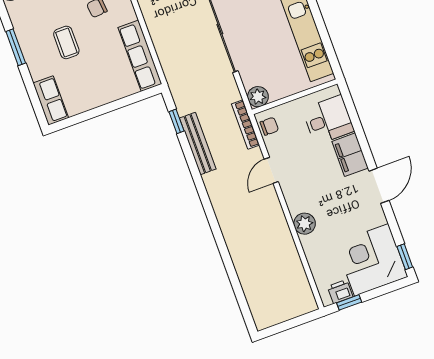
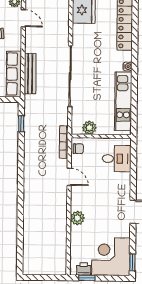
plant: (258, 97) -> (89, 128), moved
bench: (198, 143) -> (30, 74), moved
filing cabinet: (350, 155) -> (122, 186), removed
door: (271, 170) -> (69, 177), swing flipped

